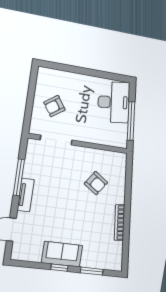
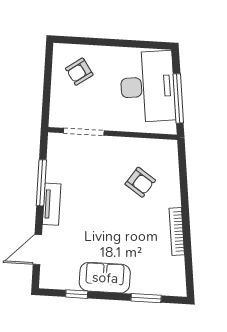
desk: (114, 102) -> (148, 87), width x1.36, depth x1.30
armchair: (54, 106) -> (79, 72), moved
window: (59, 268) -> (77, 294), moved

